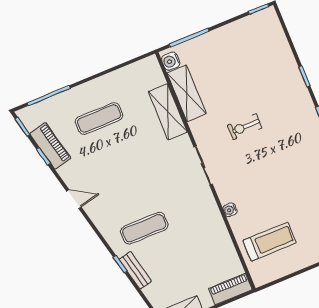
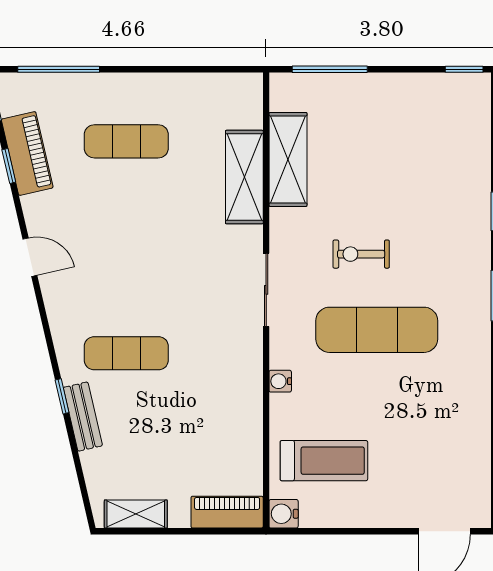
water cooler: (171, 61) -> (284, 514), moved
exercise mat: (269, 163) -> (377, 330), added

